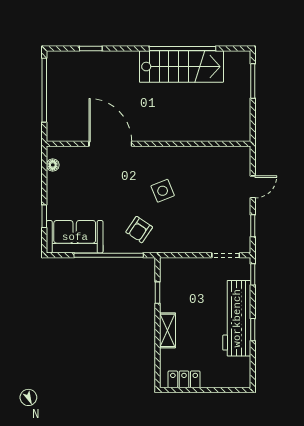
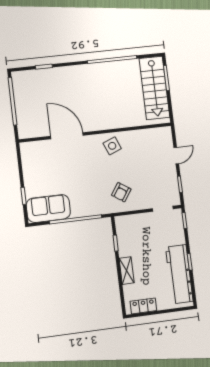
stairs: (181, 67) -> (154, 88), moved, turned 90
floor lamp: (53, 165) -> (25, 156), removed
side table: (163, 191) -> (112, 146), moved
armchair: (139, 230) -> (121, 192), moved
workbench: (237, 318) -> (179, 274), moved

